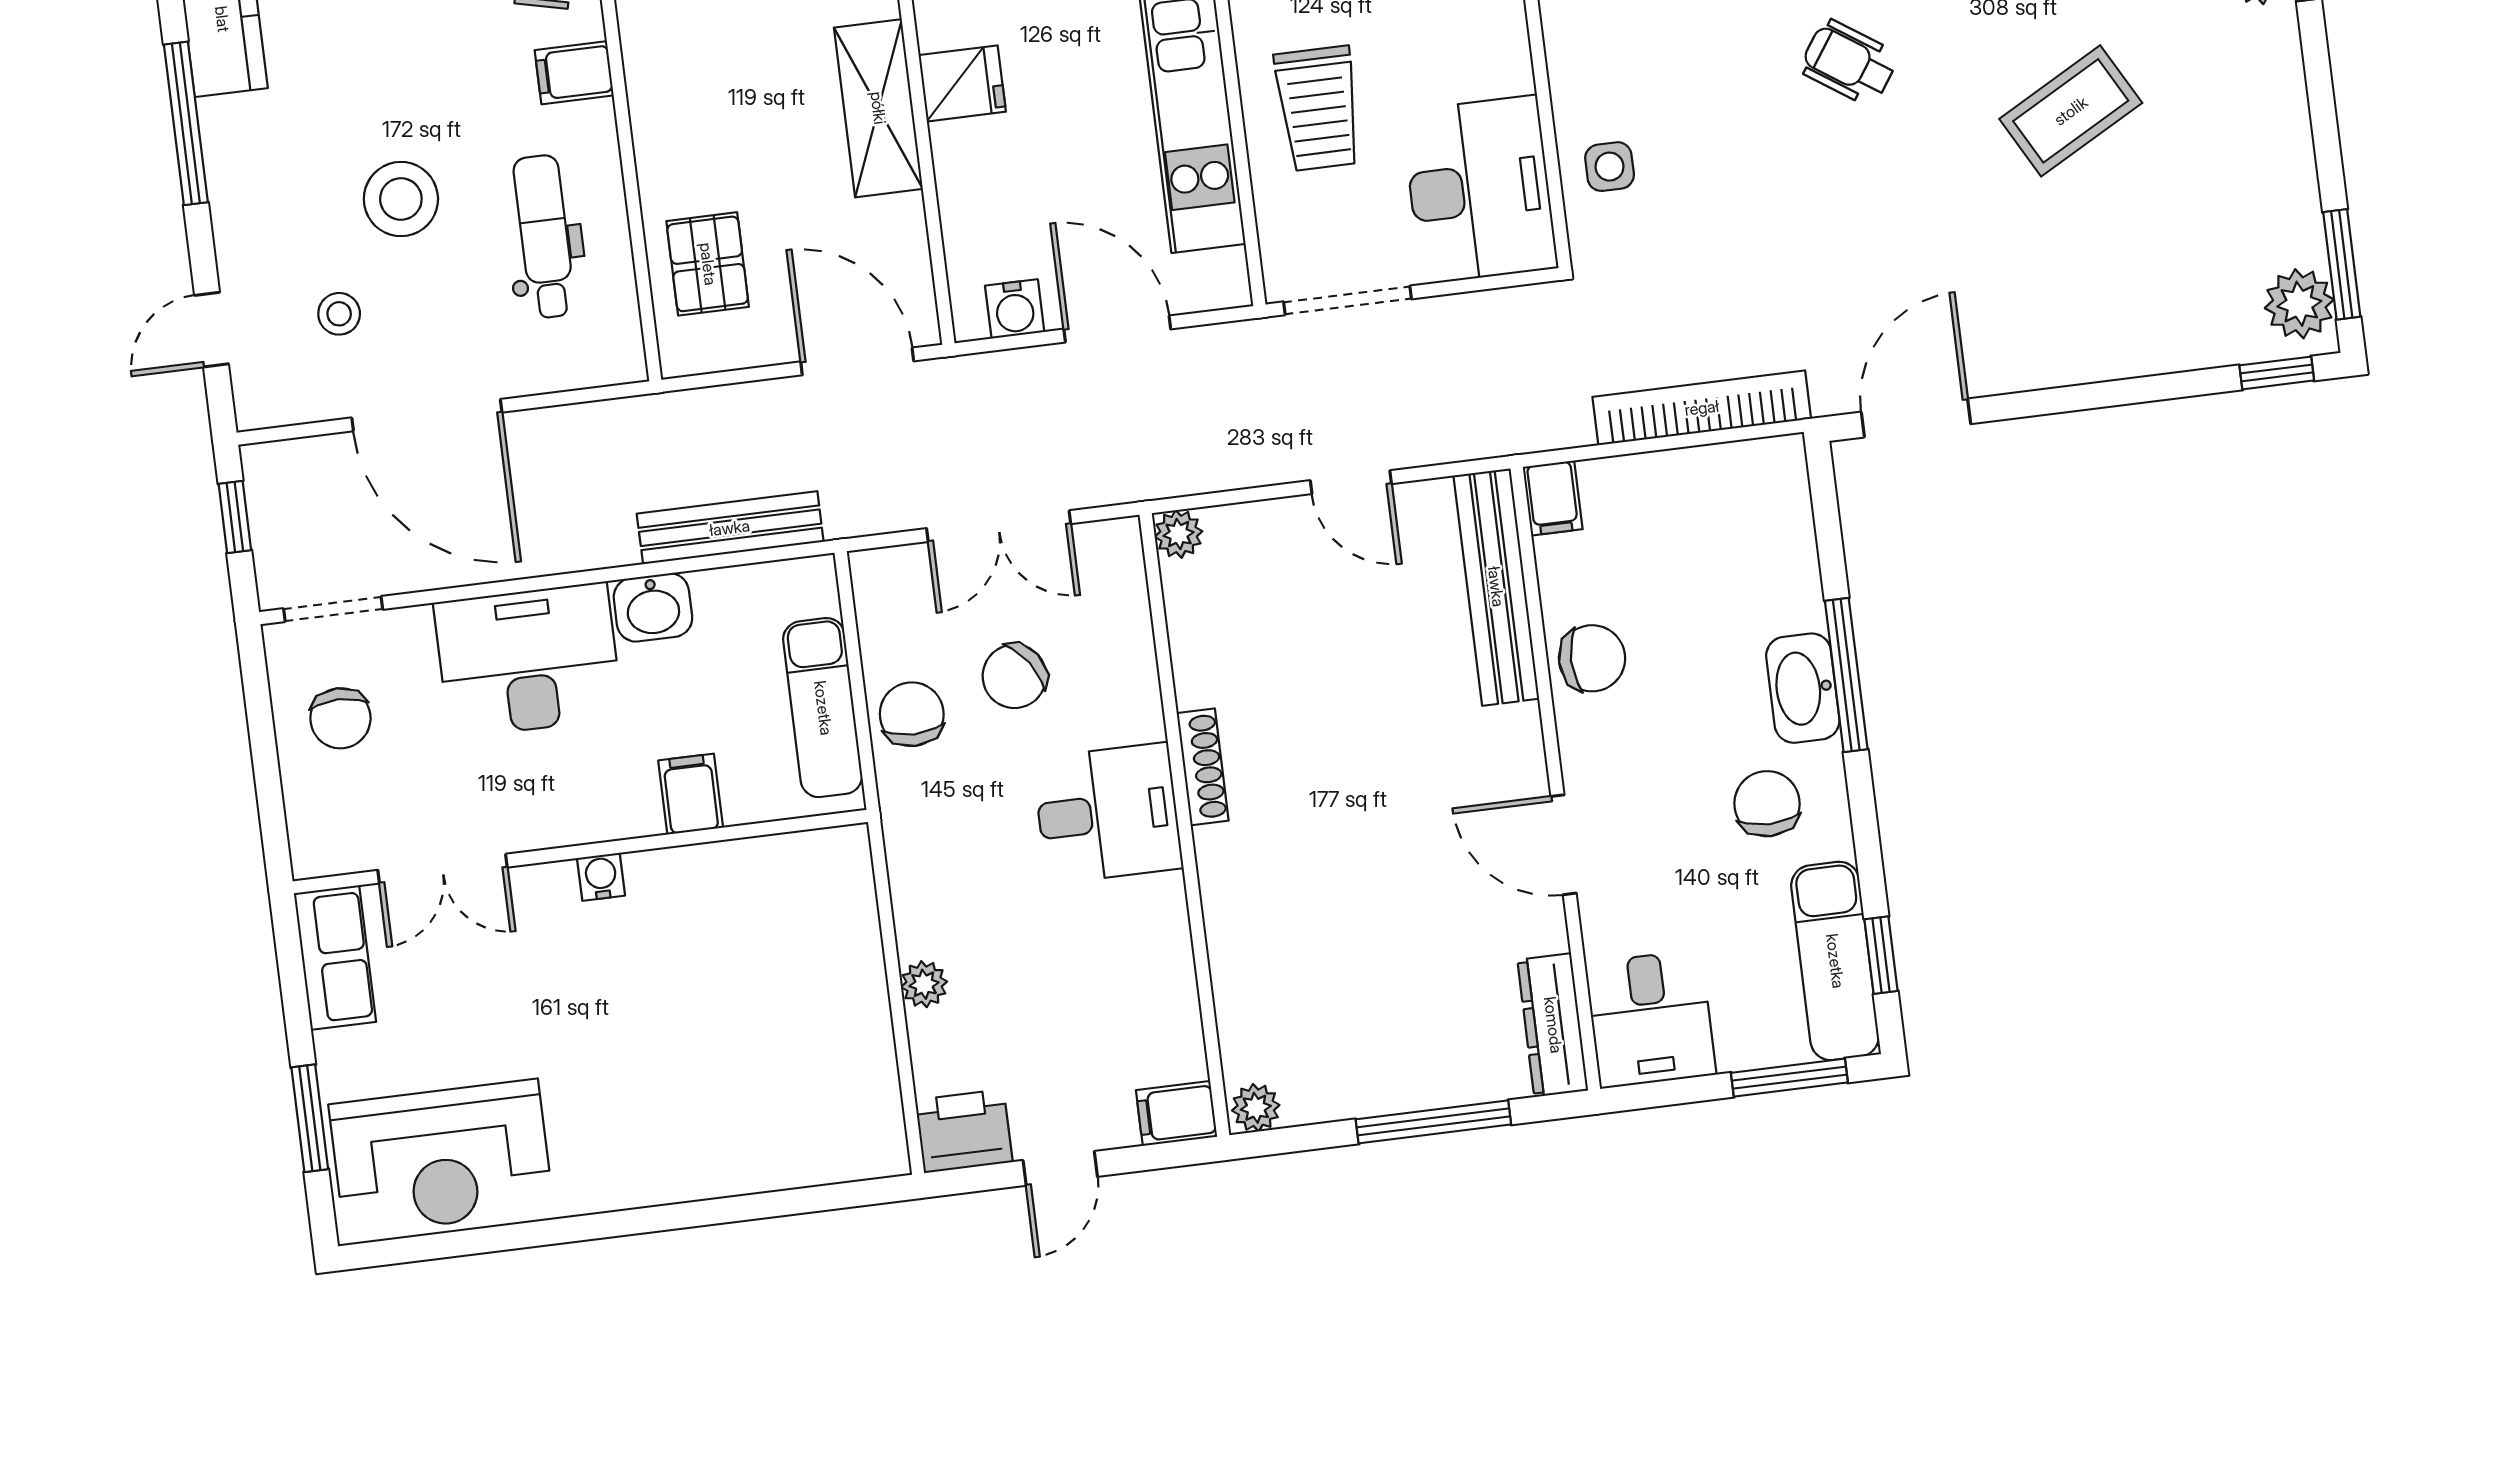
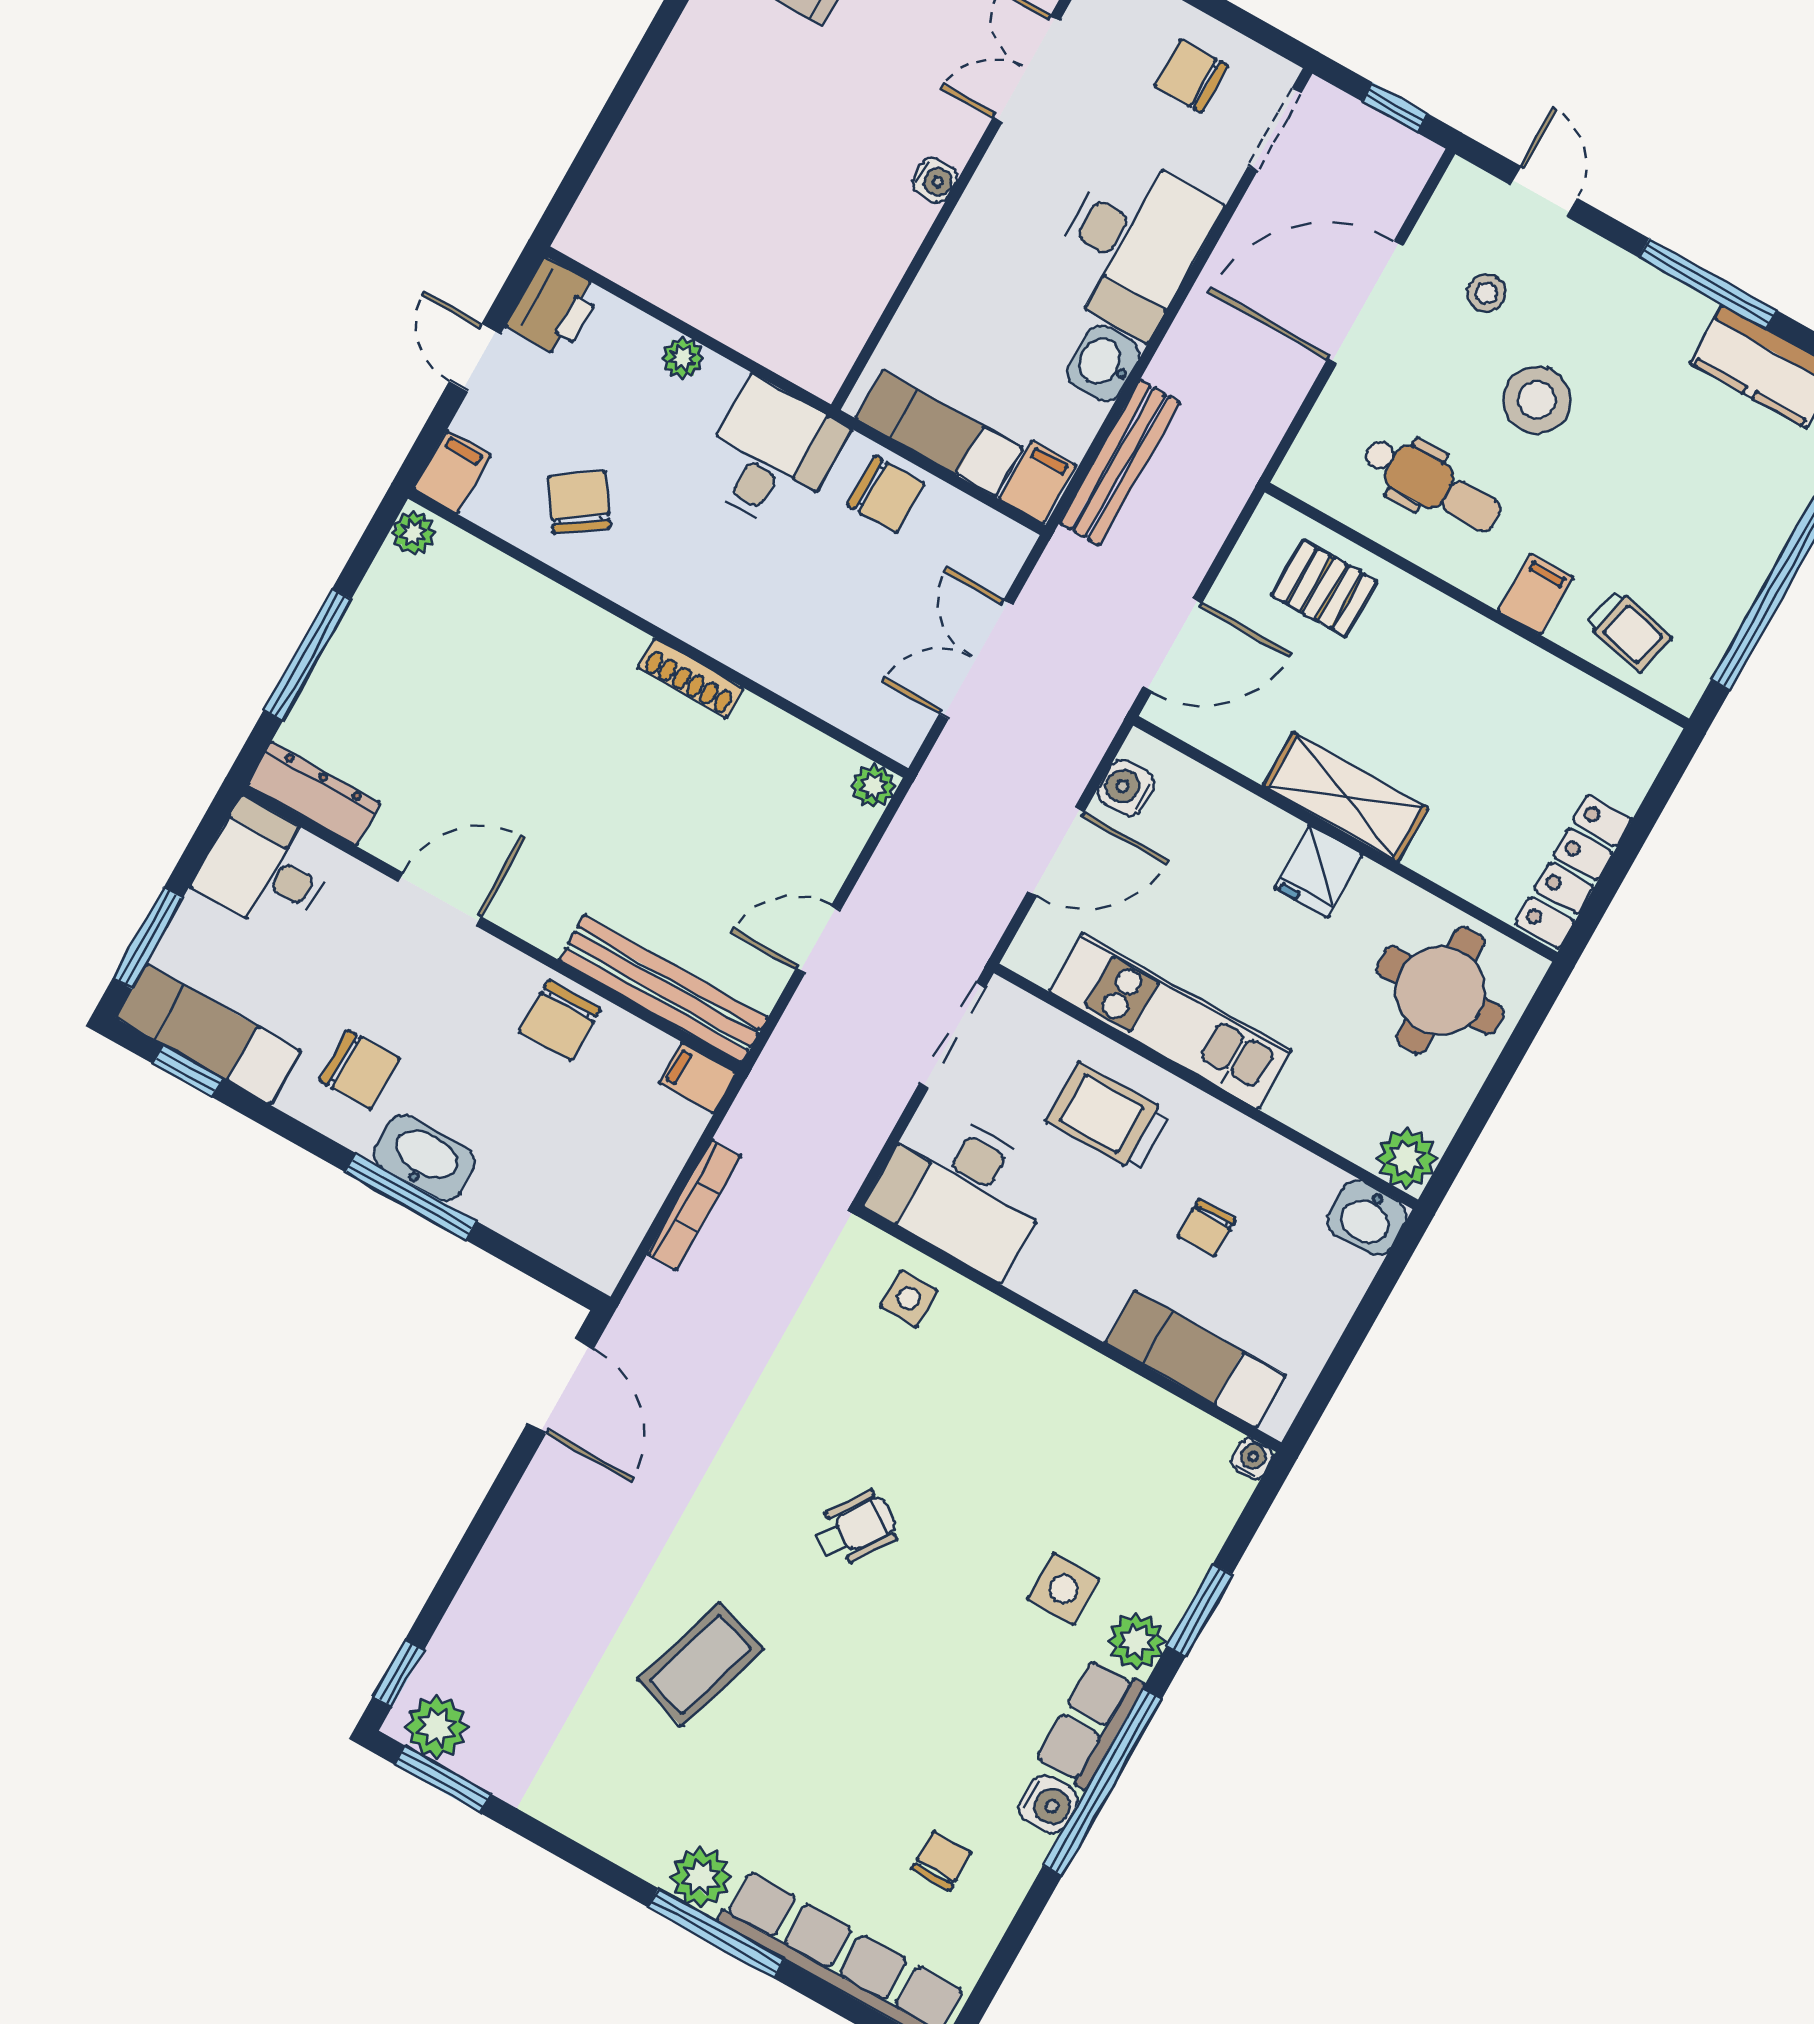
coffee table: (2071, 111) -> (701, 1664), turned 46
bookcase: (1702, 408) -> (694, 1205), width x0.68, depth x0.76
chair: (1014, 676) -> (579, 502), moved
filing cabinet: (691, 794) -> (1037, 482), moved, turned -90
desk: (1108, 813) -> (771, 455), moved, turned 180

